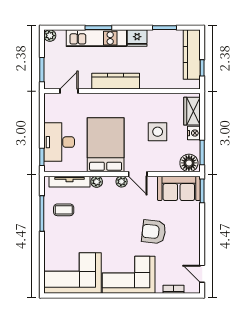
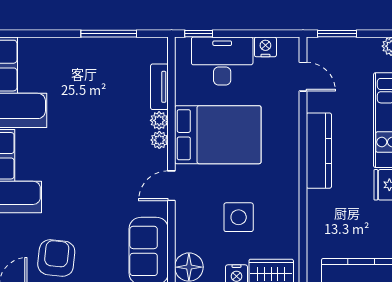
nightstand: (50, 115) -> (265, 47), added
tv unit: (69, 182) -> (159, 87), width x0.71
plant: (122, 182) -> (159, 140), moved
coffee table: (64, 210) -> (115, 68), removed
armchair: (154, 232) -> (56, 258), moved

